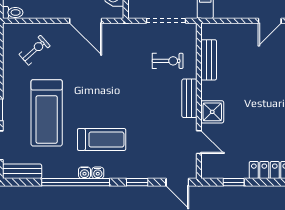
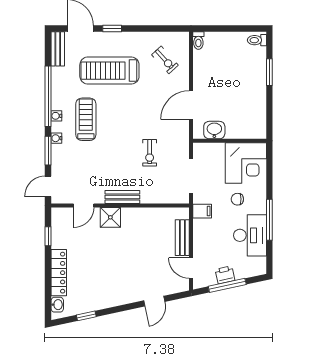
bench: (209, 60) -> (182, 238), moved, turned 90
exercise bike: (168, 61) -> (150, 153), moved
treadmill: (102, 140) -> (86, 119), turned 180
water cooler: (85, 173) -> (56, 138), moved
window: (137, 182) -> (48, 151), width x1.50

